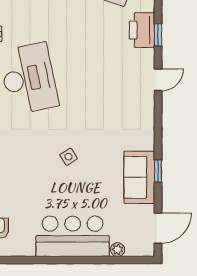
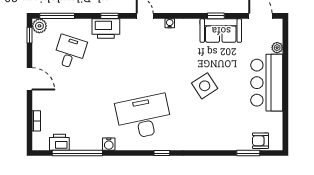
water cooler: (149, 112) -> (170, 23), added
side table: (69, 157) -> (205, 86), width x1.87, depth x1.87

